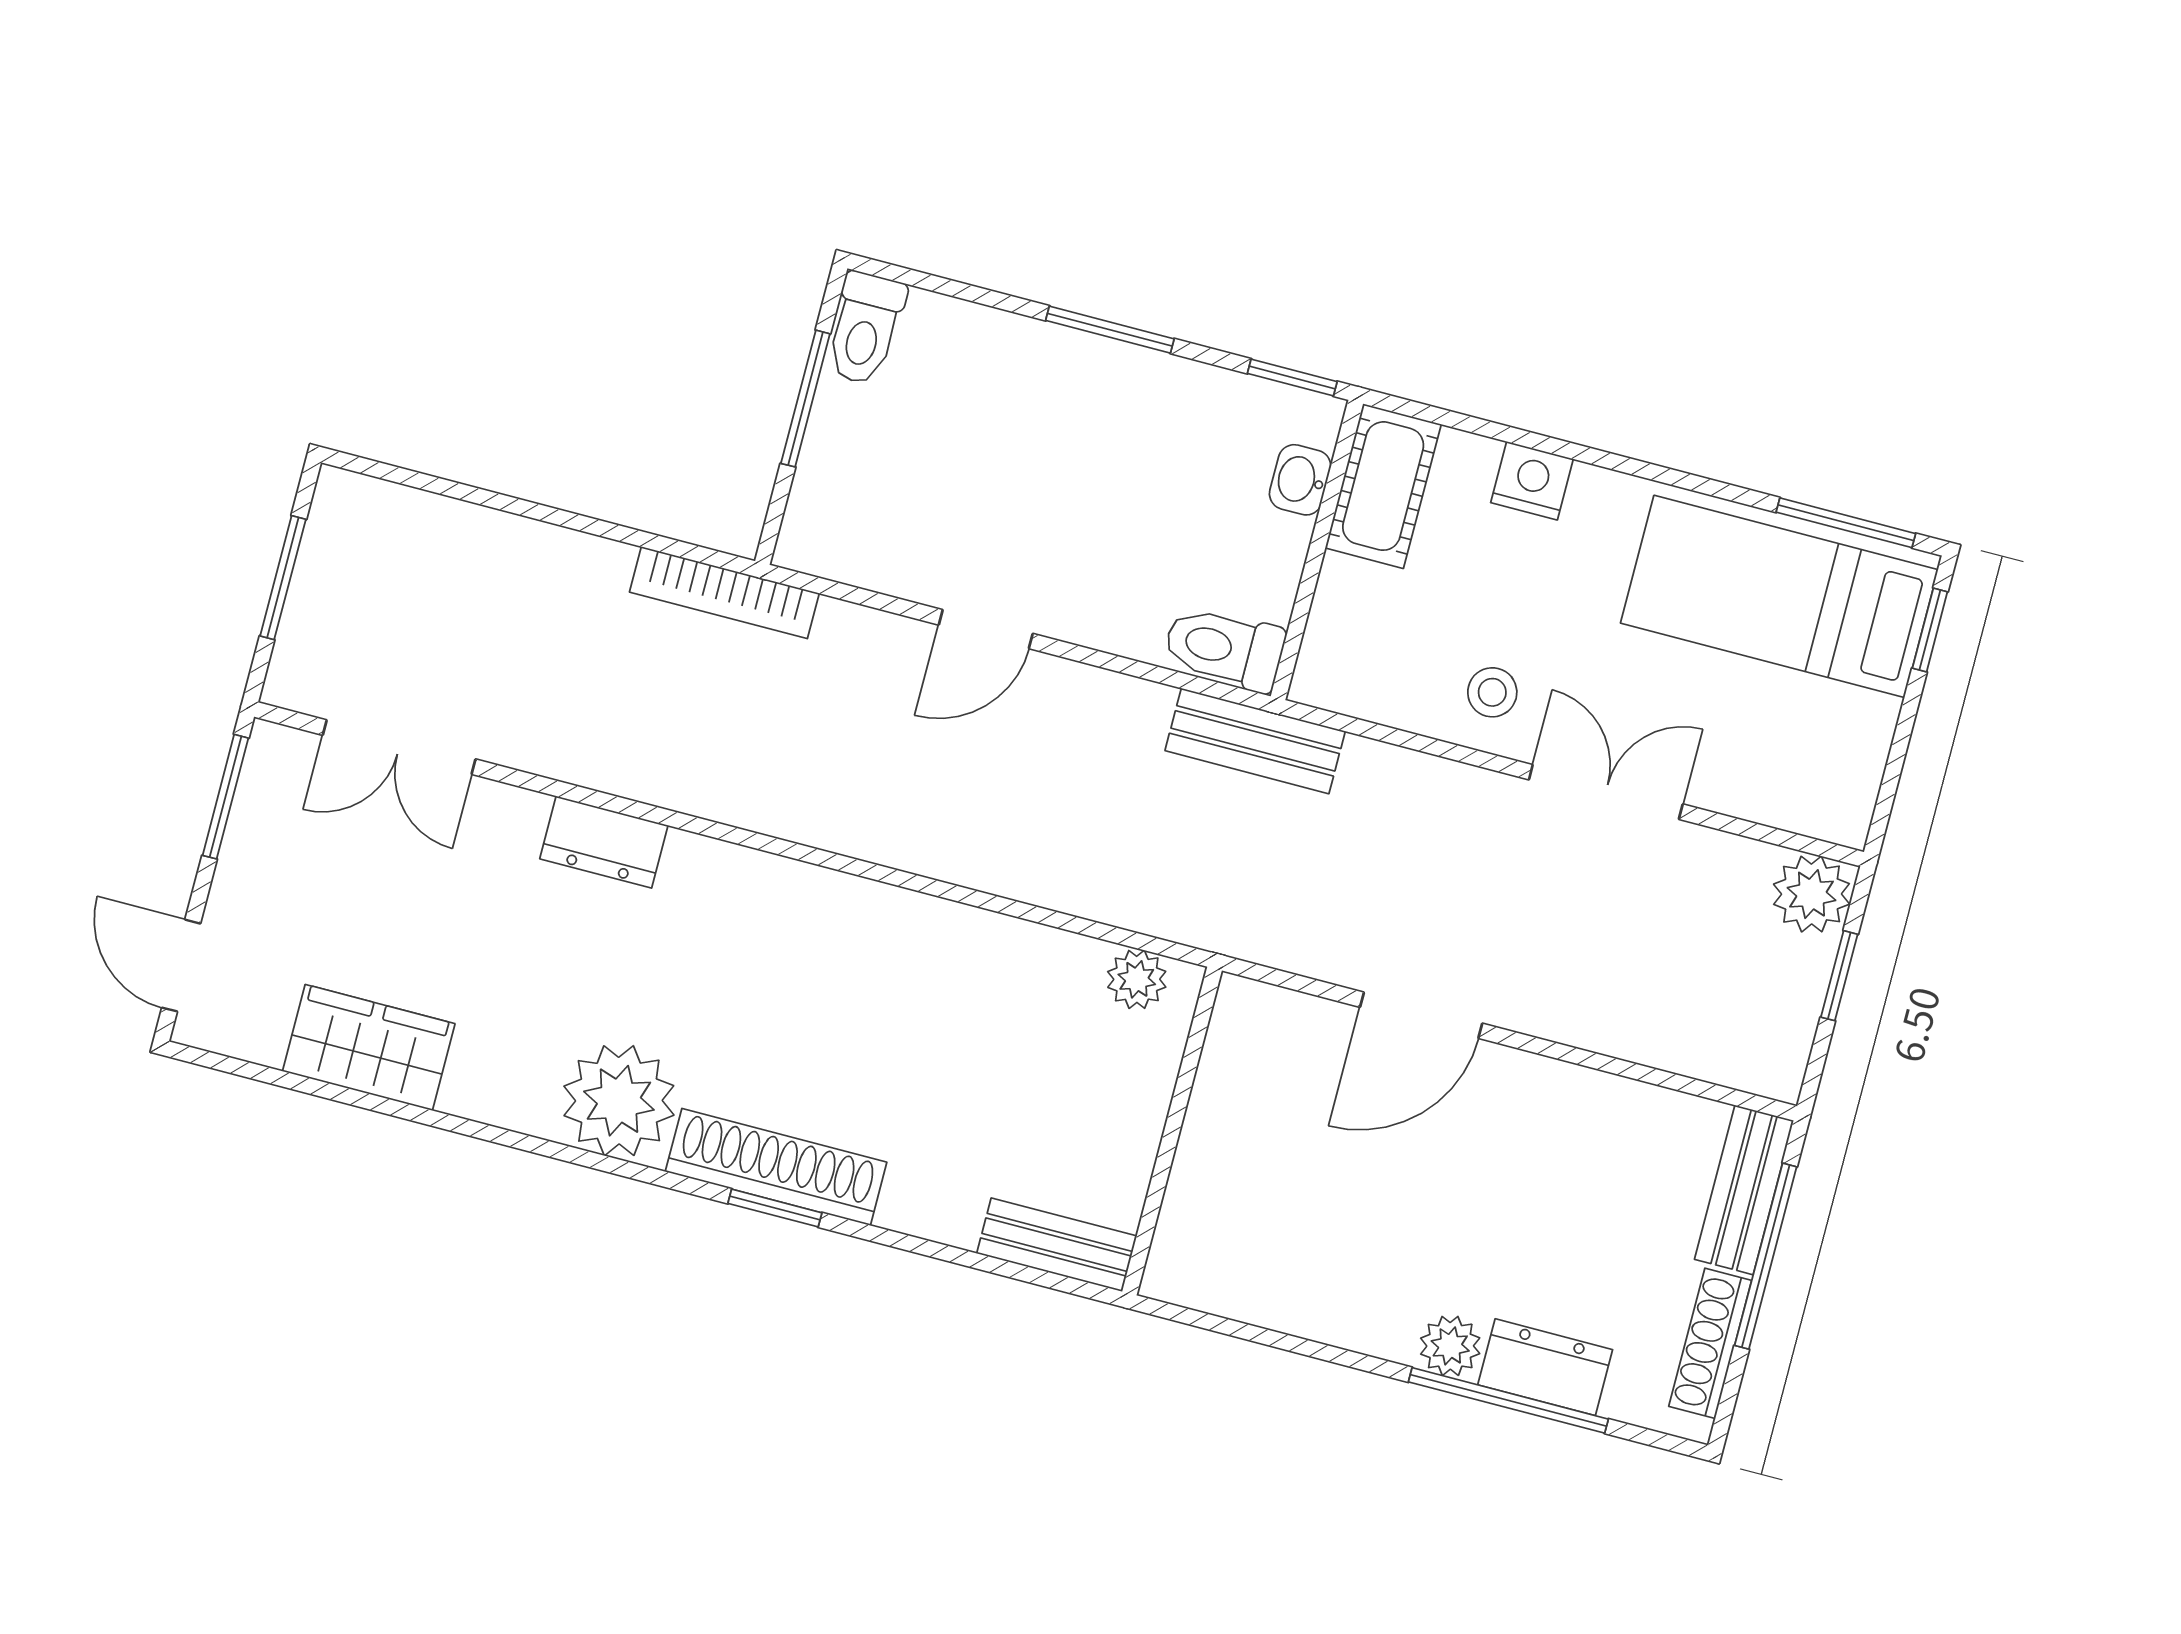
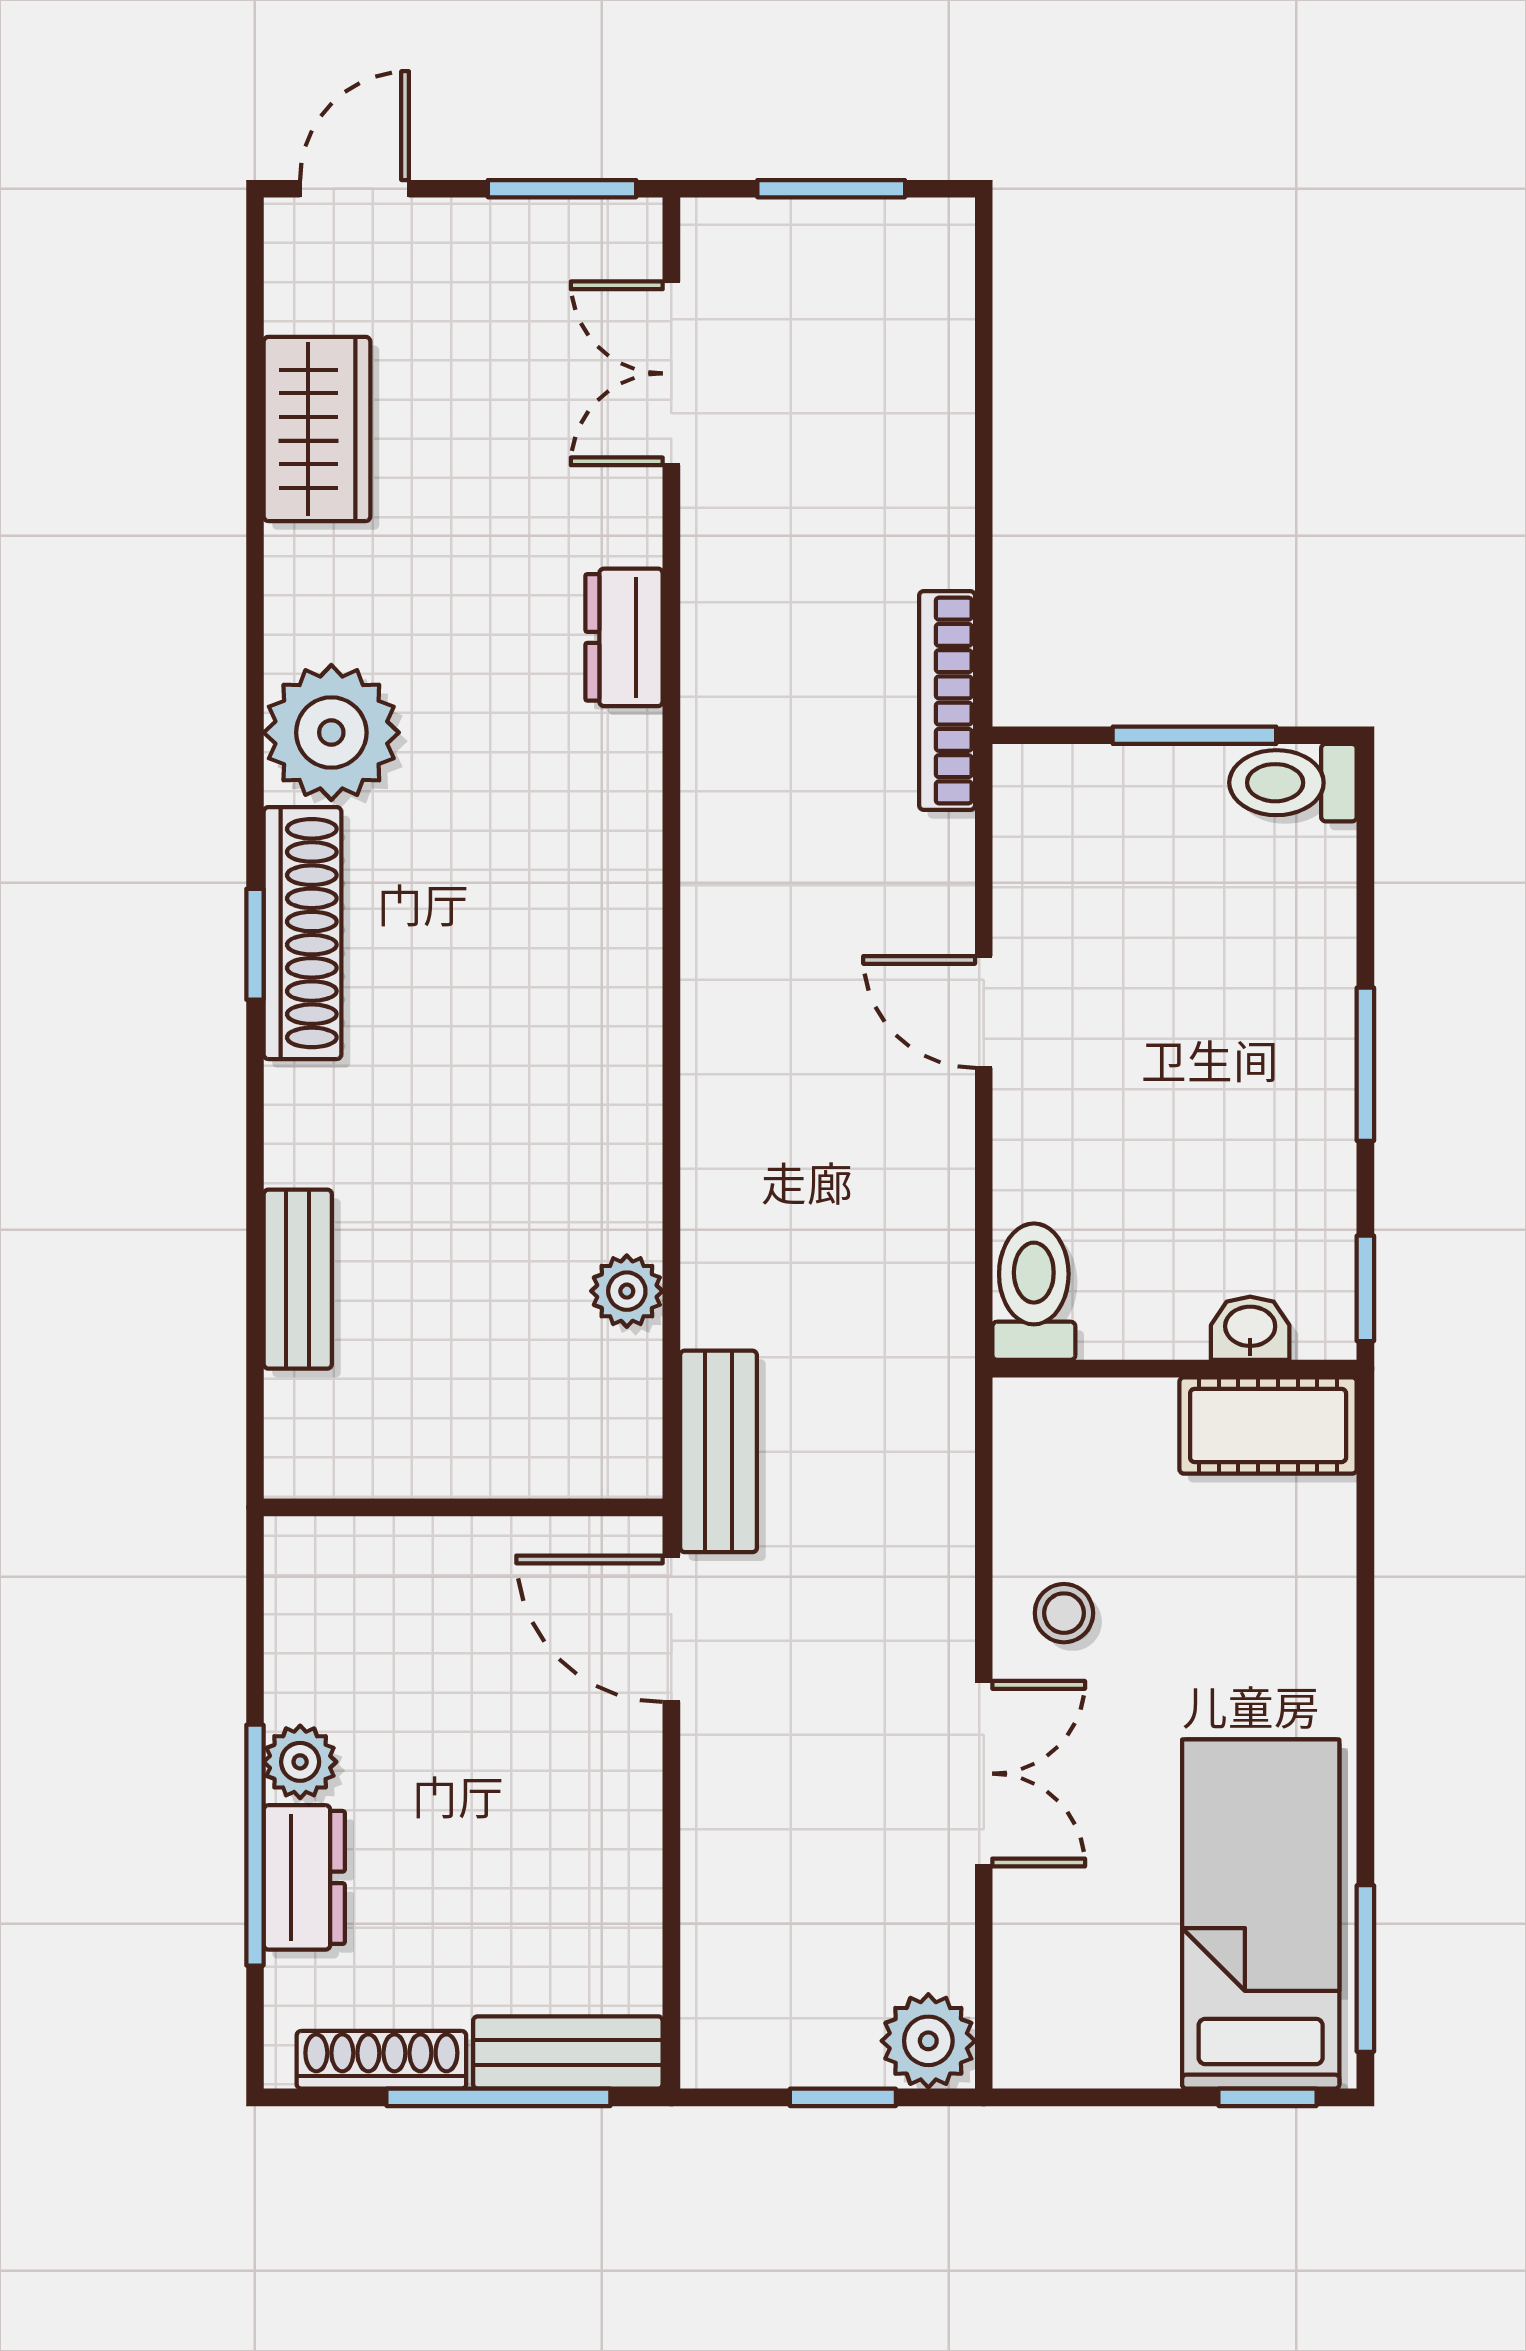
nightstand: (1532, 481) -> (1319, 1595), removed
bench: (1255, 741) -> (719, 1451), moved
wall: (1172, 1131) -> (463, 1507), moved

